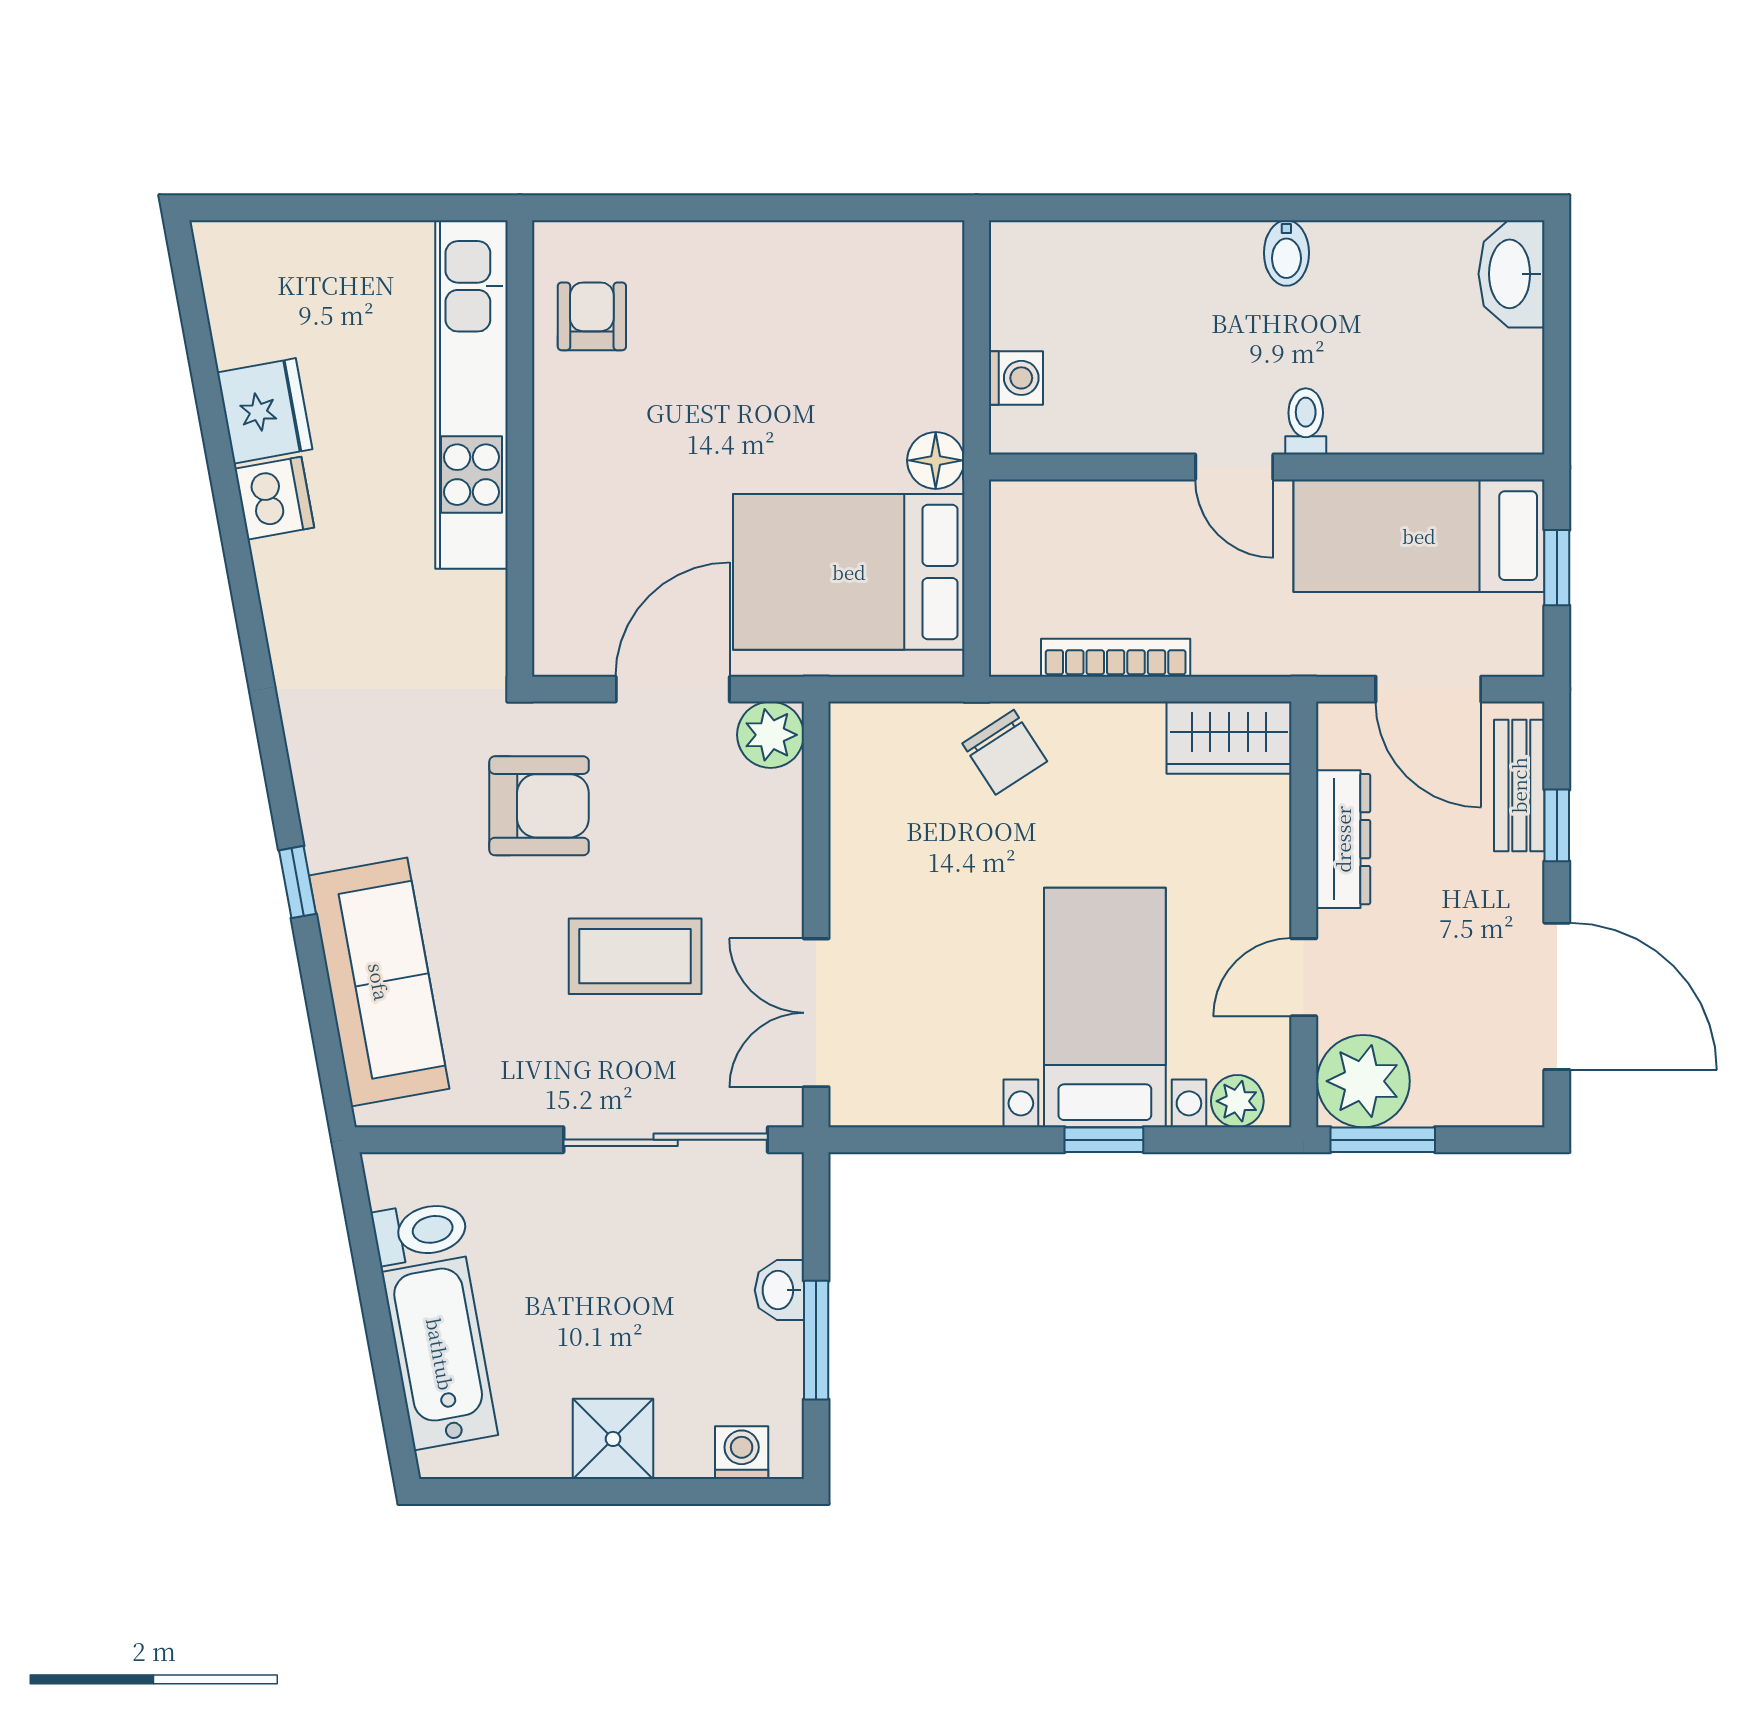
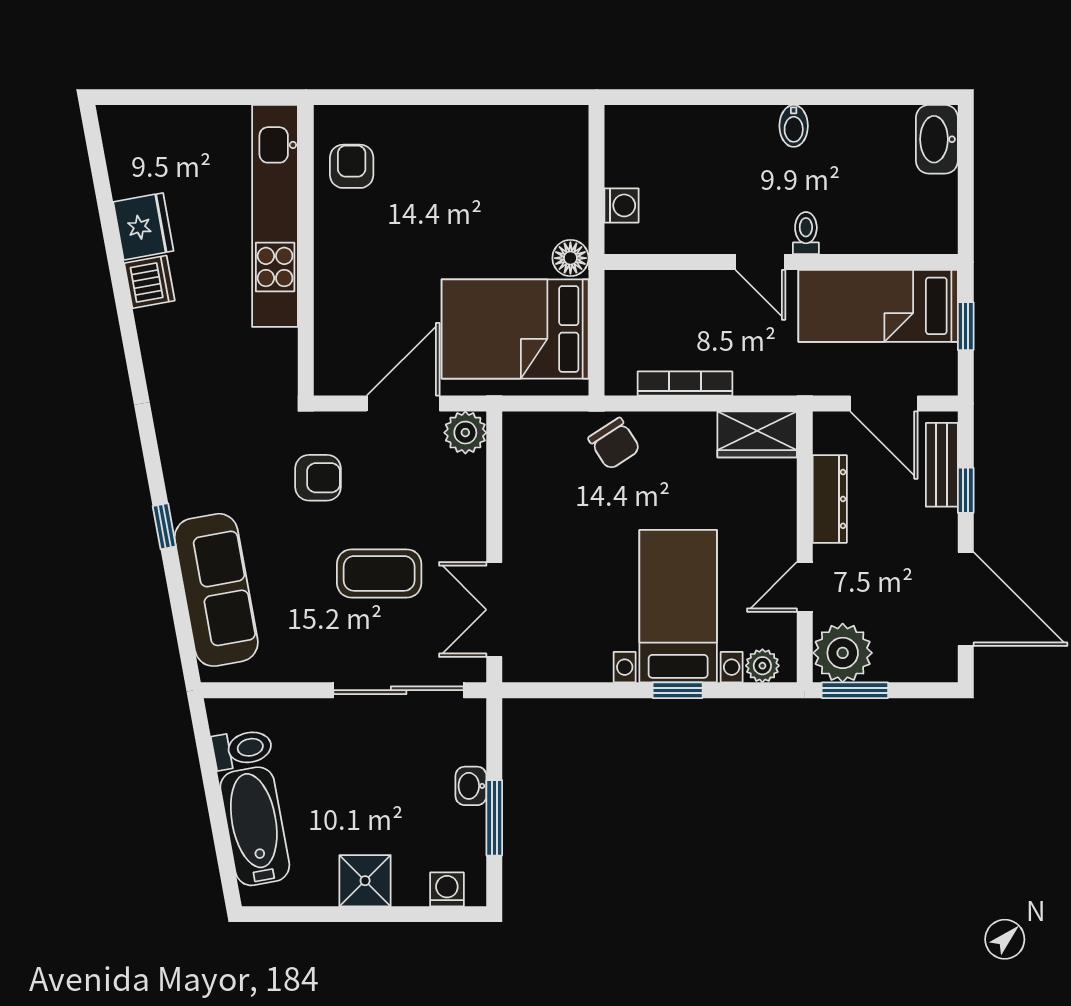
armchair: (539, 806) -> (318, 478), width x0.72, depth x0.72

